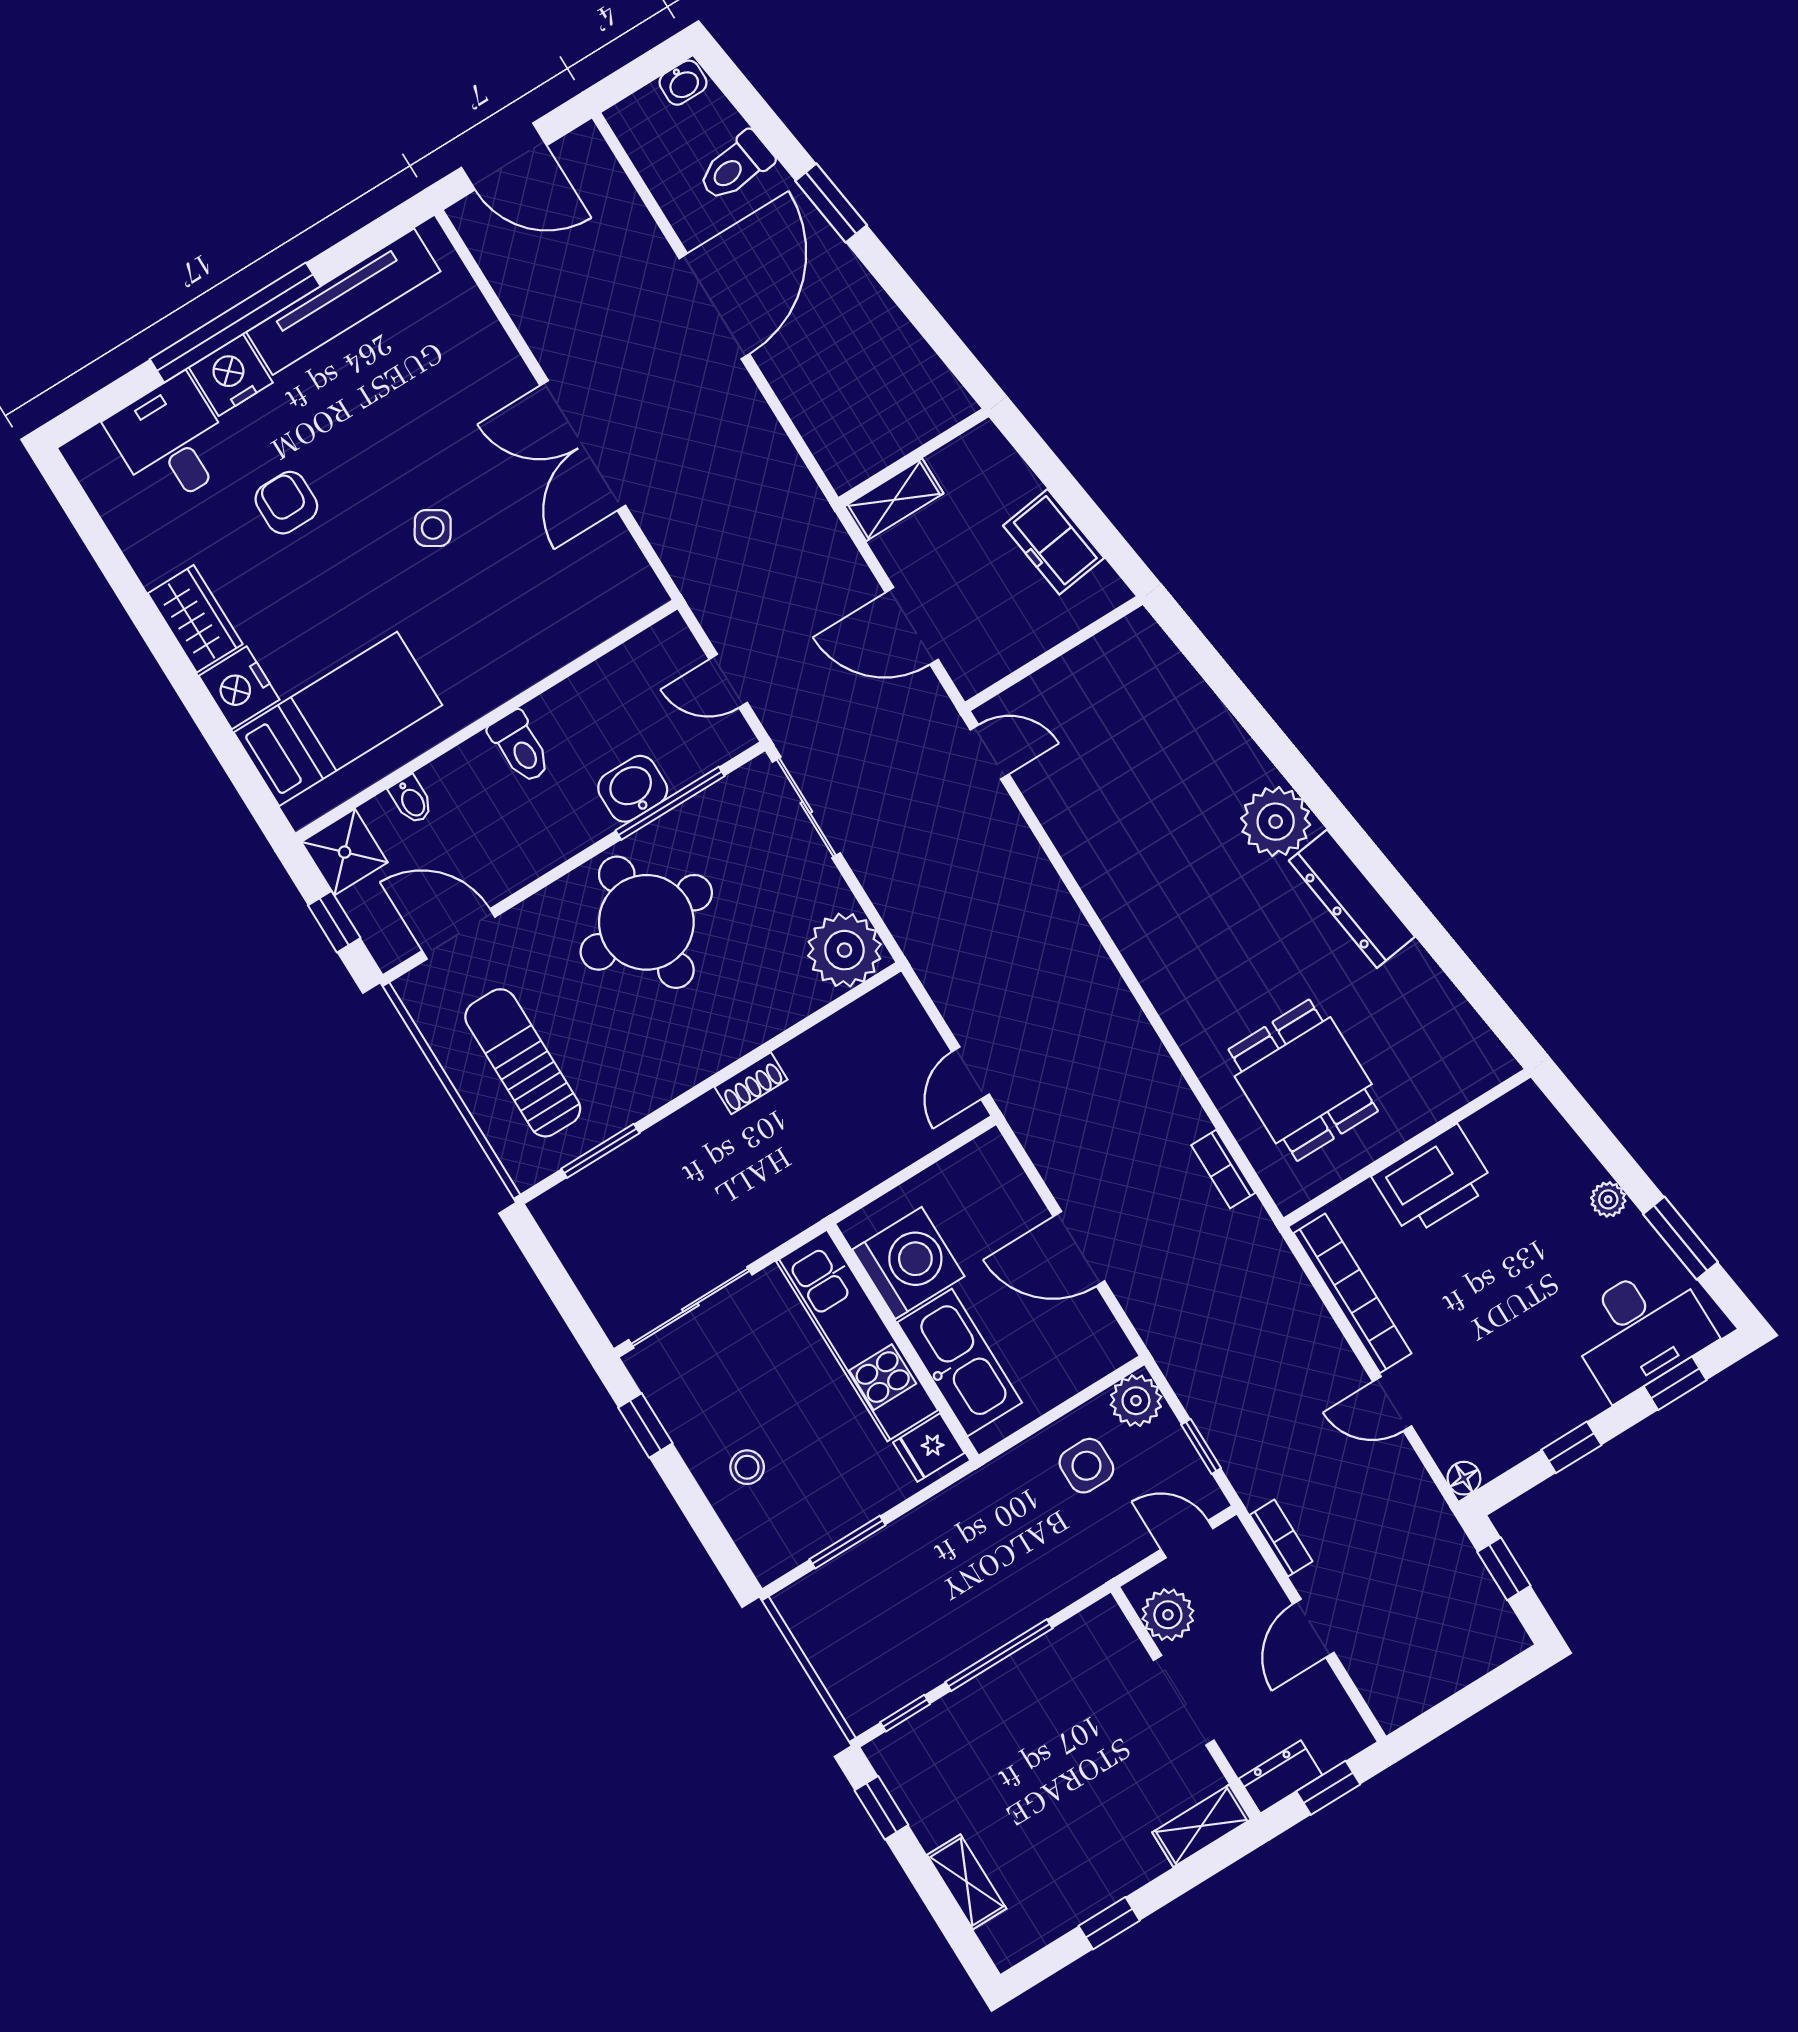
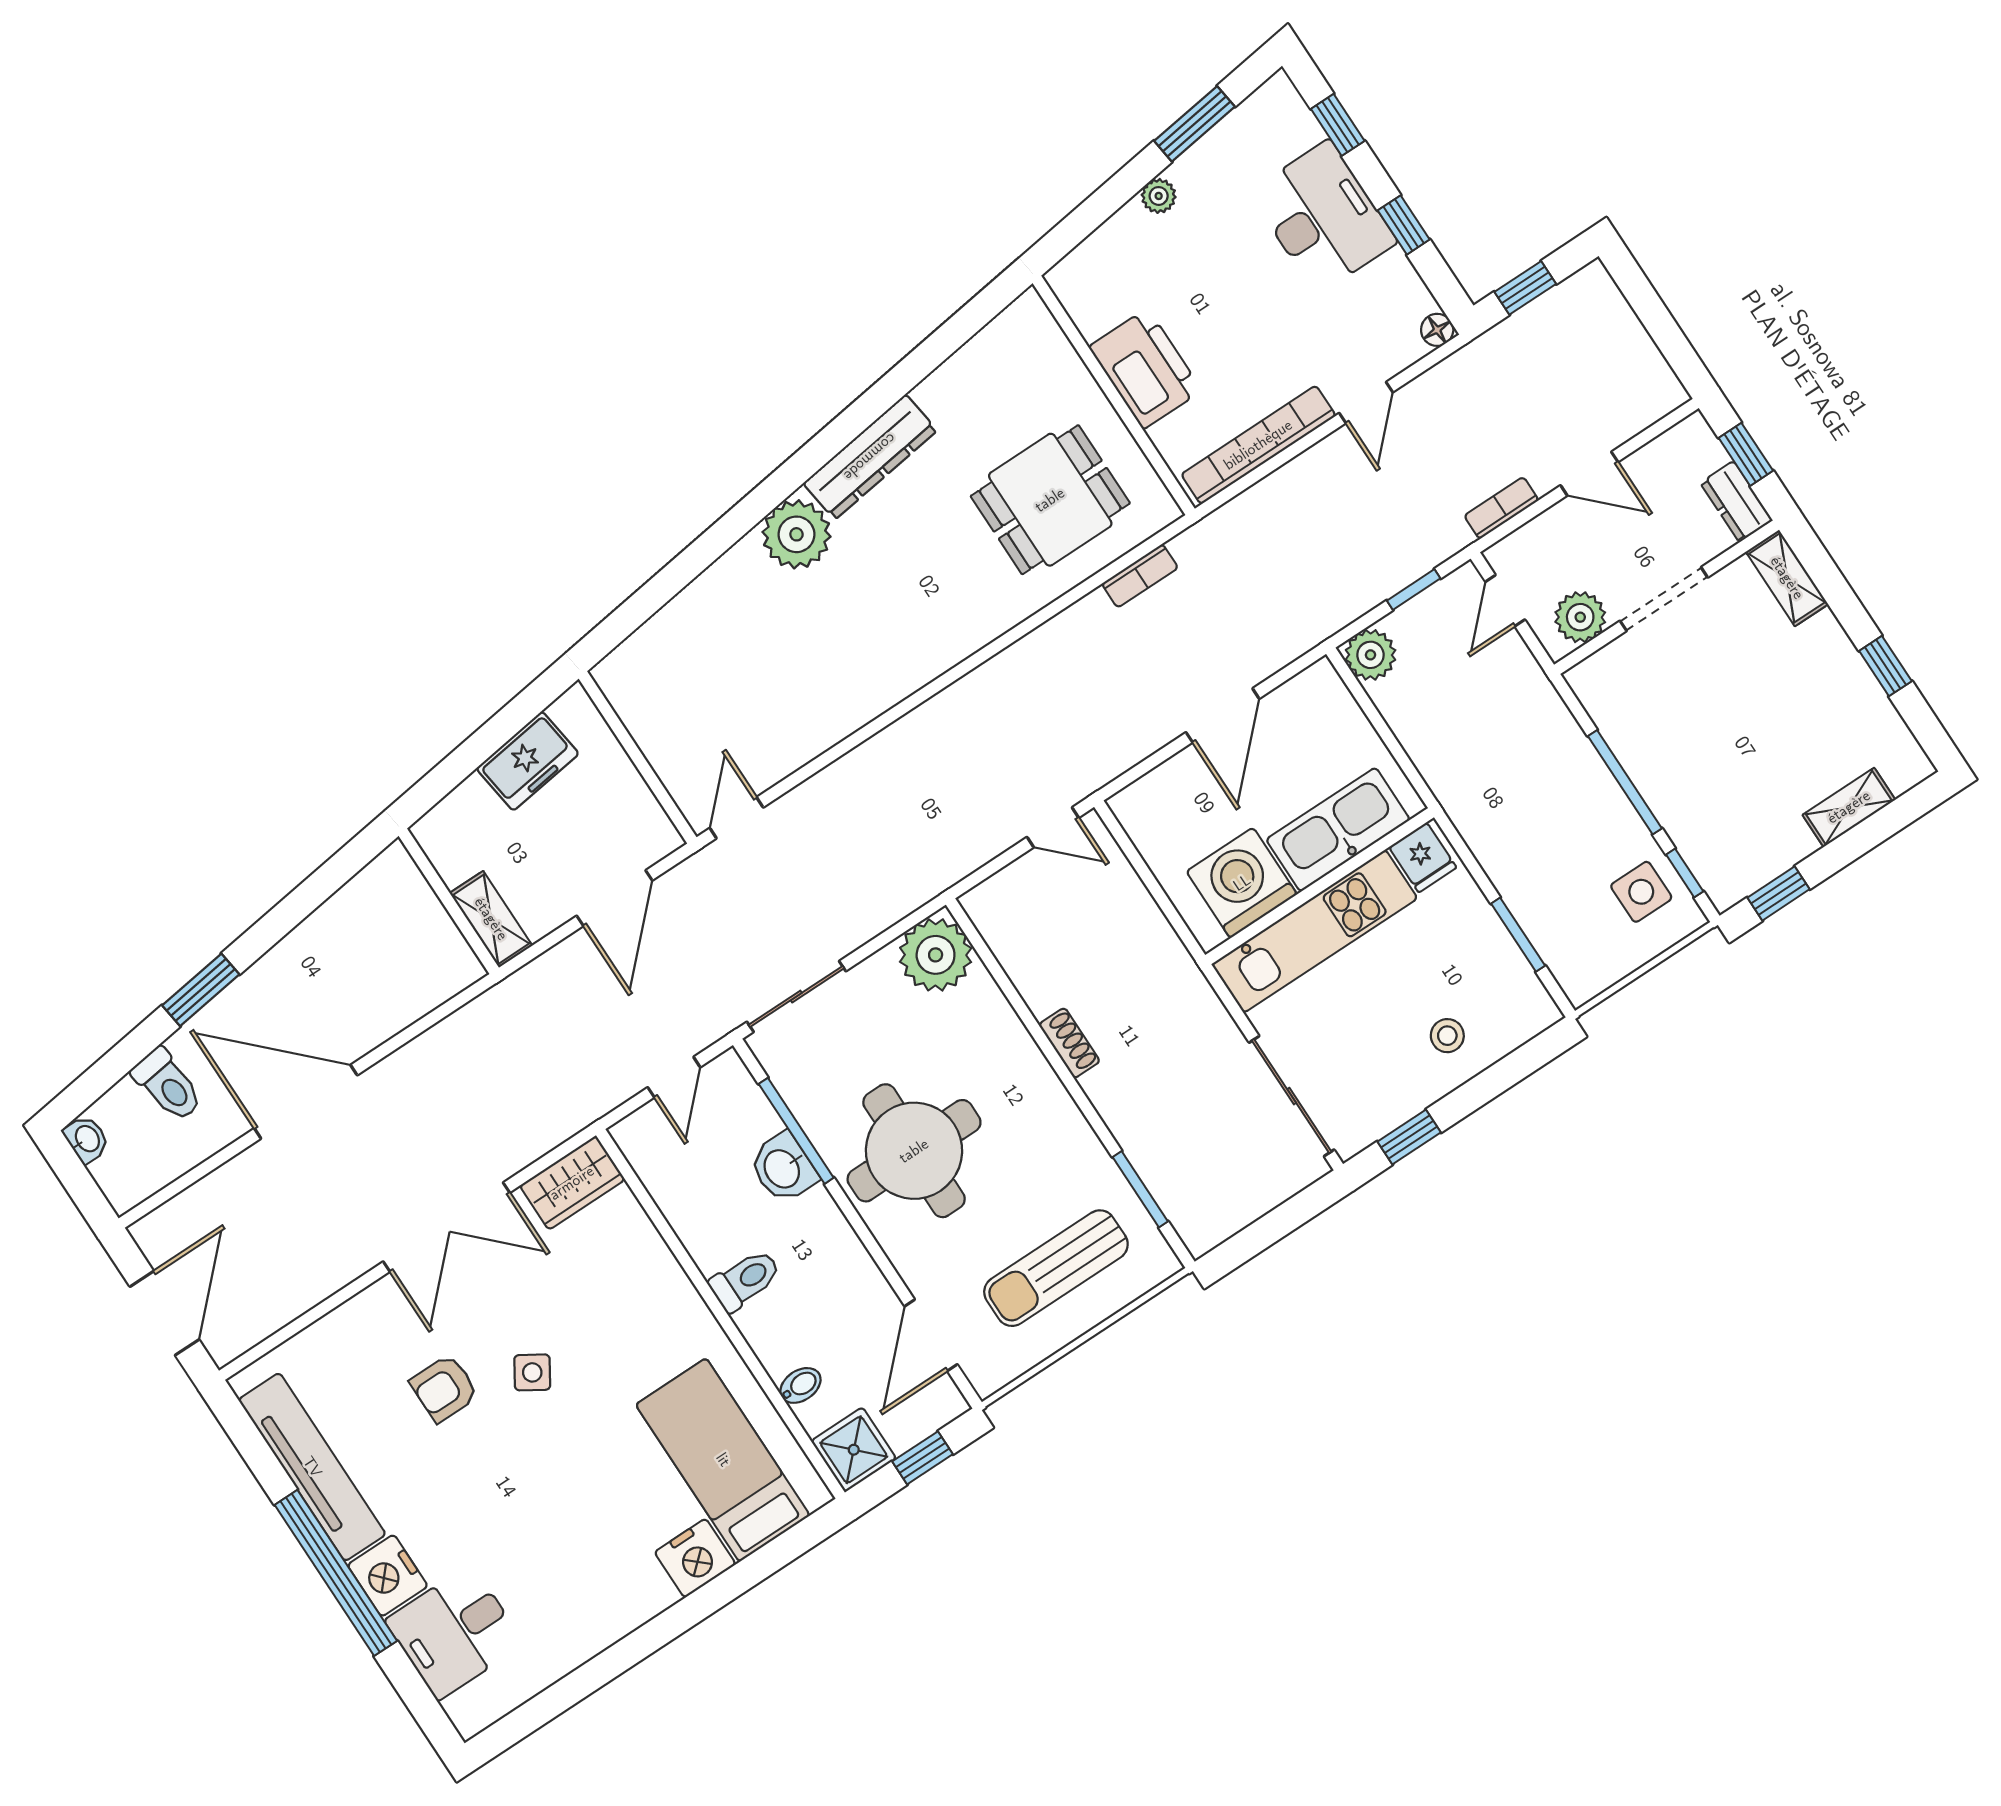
armchair: (286, 503) -> (444, 1388), moved
wardrobe: (195, 619) -> (572, 1183), moved, turned 180
desk: (1640, 1330) -> (1323, 217), moved
side table: (1086, 1466) -> (1641, 892), moved

